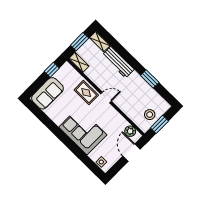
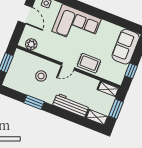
stool: (150, 115) -> (41, 76), moved
door: (131, 153) -> (25, 14), moved

